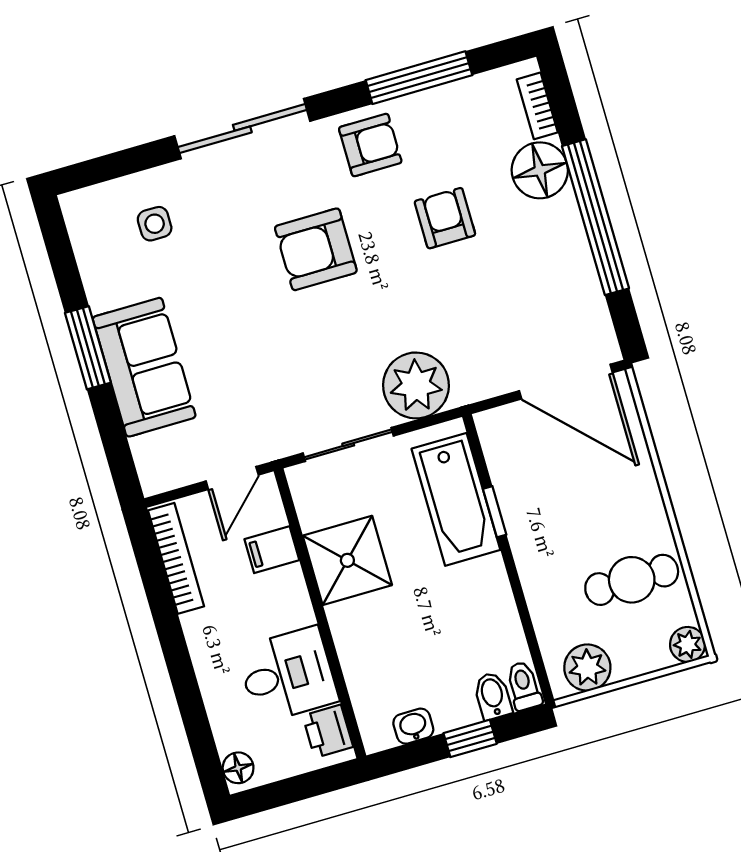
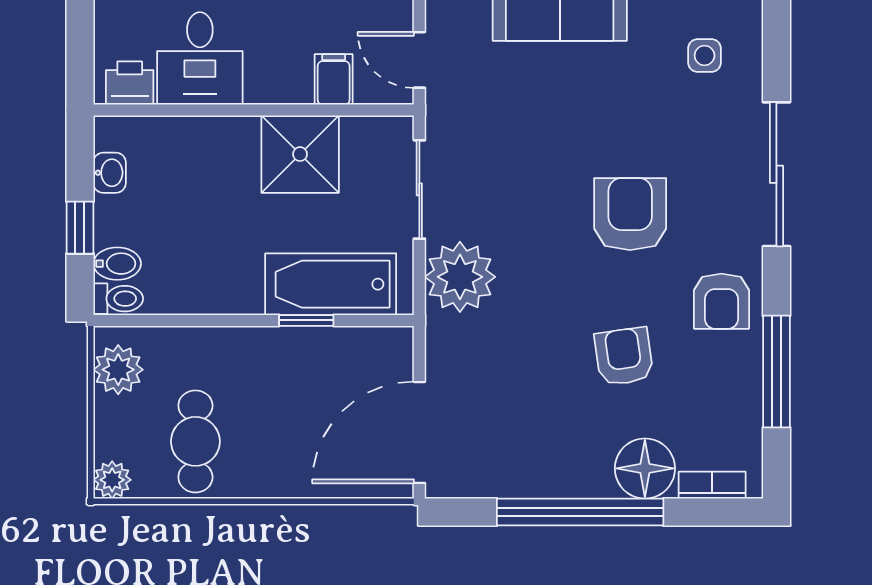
armchair: (445, 218) -> (624, 357), turned -98

